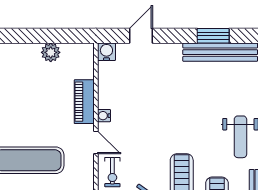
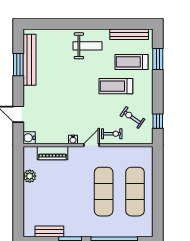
piano: (84, 102) -> (52, 153), moved

